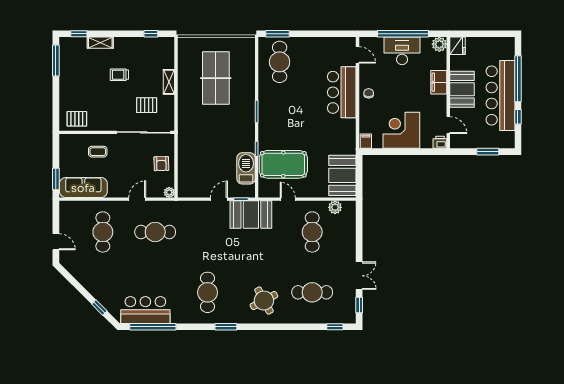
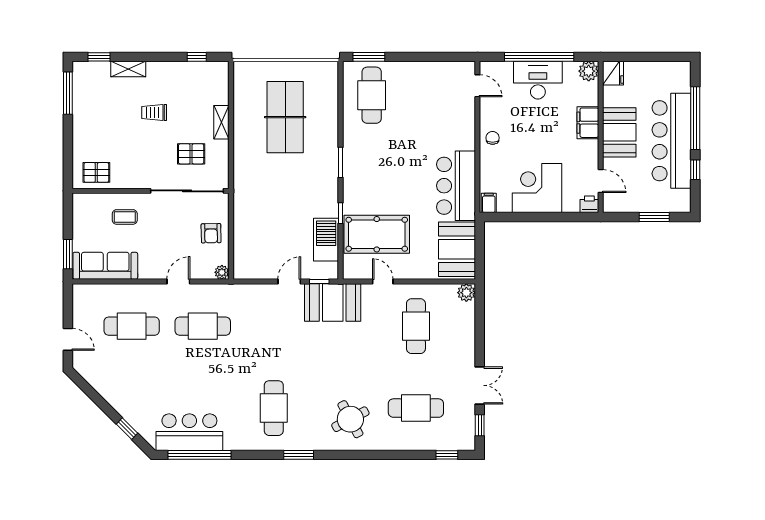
bar counter: (342, 92) -> (456, 186), moved
plant: (335, 207) -> (466, 293), moved
cafe table: (103, 232) -> (132, 326), turned 90

